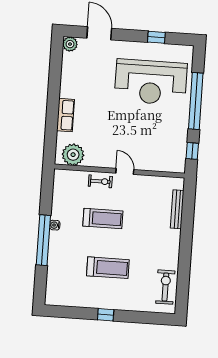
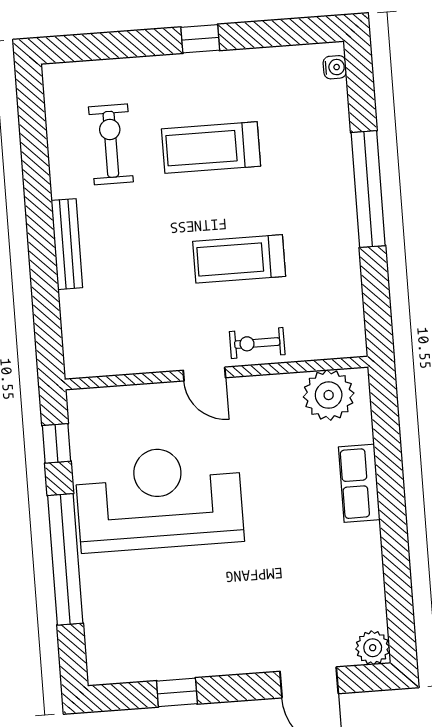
reception desk: (151, 82) -> (159, 498), moved
bench: (177, 209) -> (67, 244), moved
water cooler: (55, 225) -> (335, 67), moved
exercise bike: (165, 287) -> (111, 144), moved, turned 180

